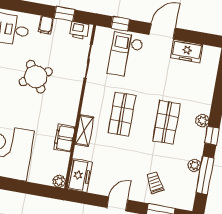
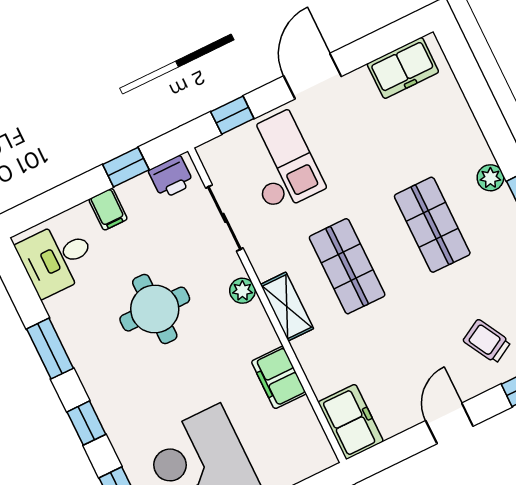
freezer: (187, 51) -> (403, 68), moved
checkout: (125, 55) -> (280, 162), turned 180
round table: (36, 77) -> (155, 309), turned 32
shelving: (84, 131) -> (287, 307), moved
plant: (59, 181) -> (242, 291), moved

